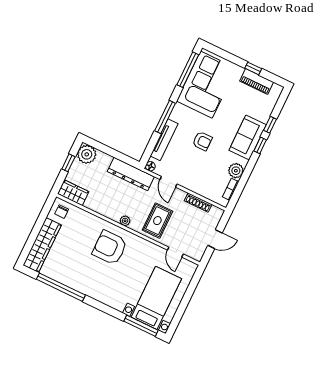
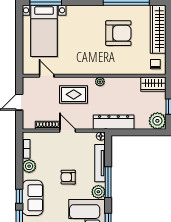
plant: (179, 112) -> (98, 192), added
door: (168, 182) -> (68, 131), moved
rug: (157, 221) -> (74, 94), turned 90
armchair: (110, 248) -> (118, 33), moved

